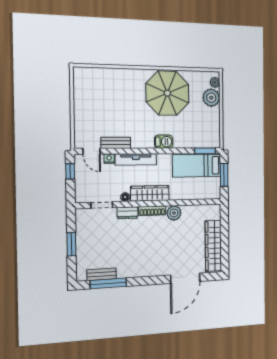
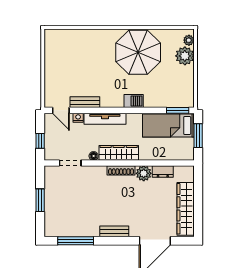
window: (70, 171) -> (40, 141), moved
dresser: (127, 213) -> (163, 172), moved
bench: (102, 274) -> (114, 231), moved

